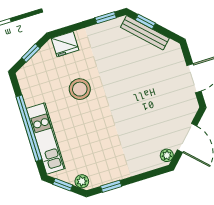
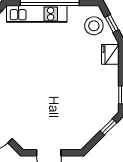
bench: (145, 33) -> (99, 124), removed
stool: (80, 89) -> (94, 26), moved

